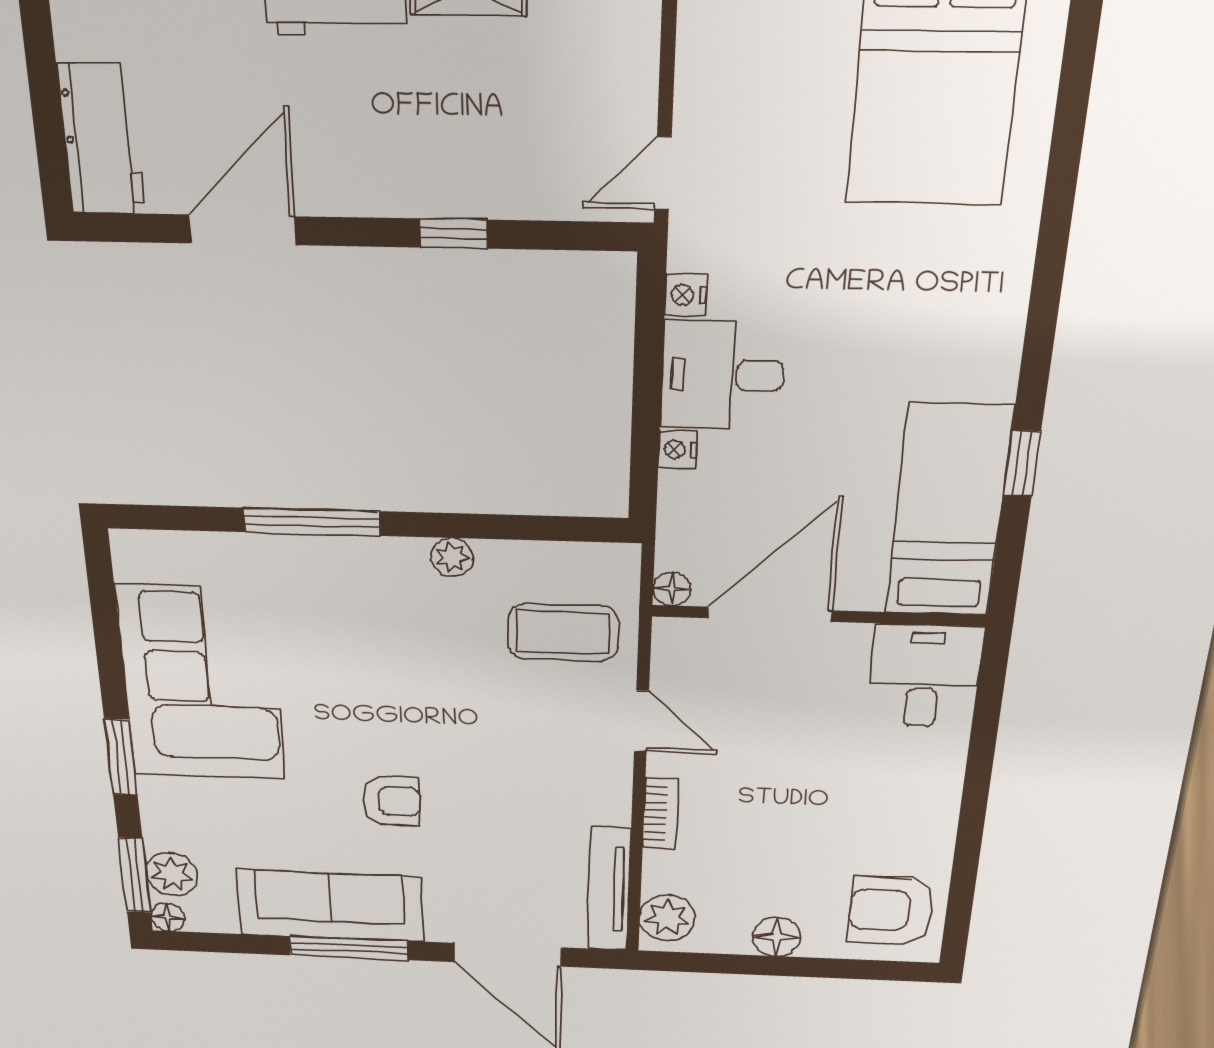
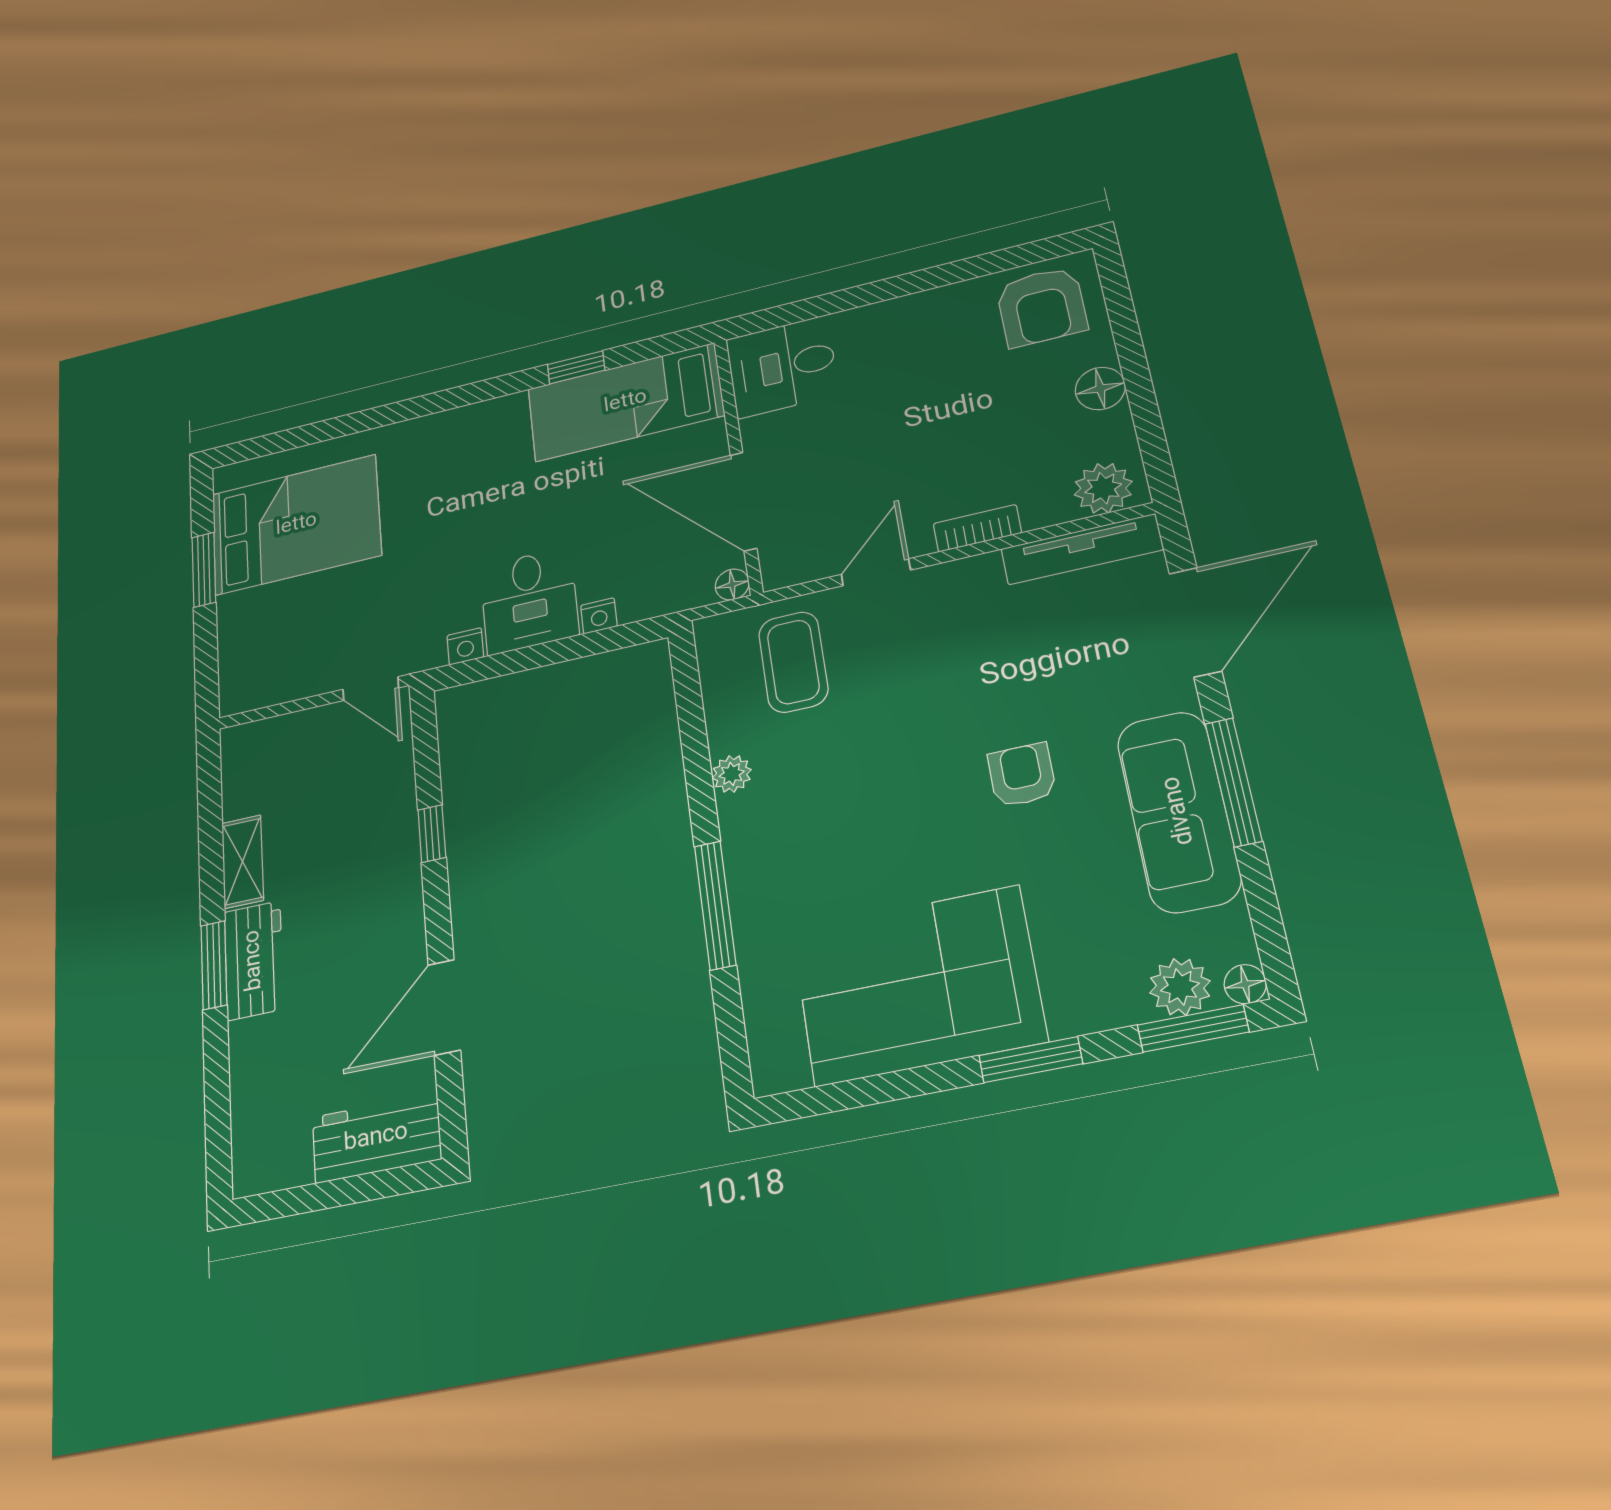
door: (243, 230) -> (444, 1007), hinge flipped

